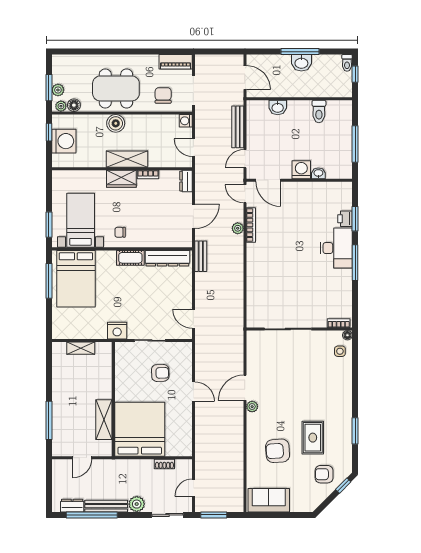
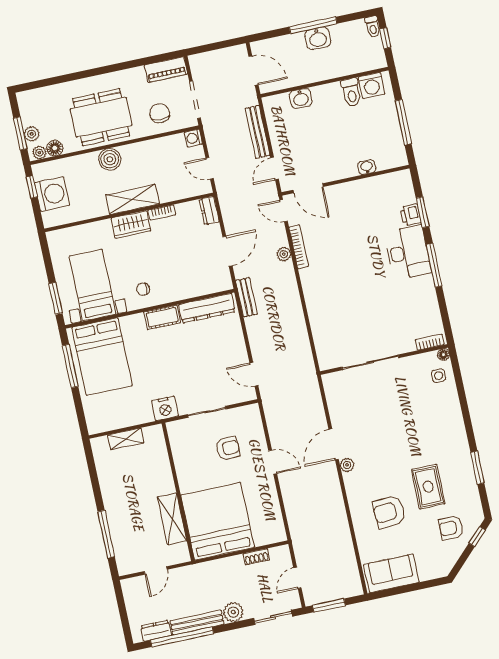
washing machine: (301, 170) -> (372, 85), moved, turned 180

